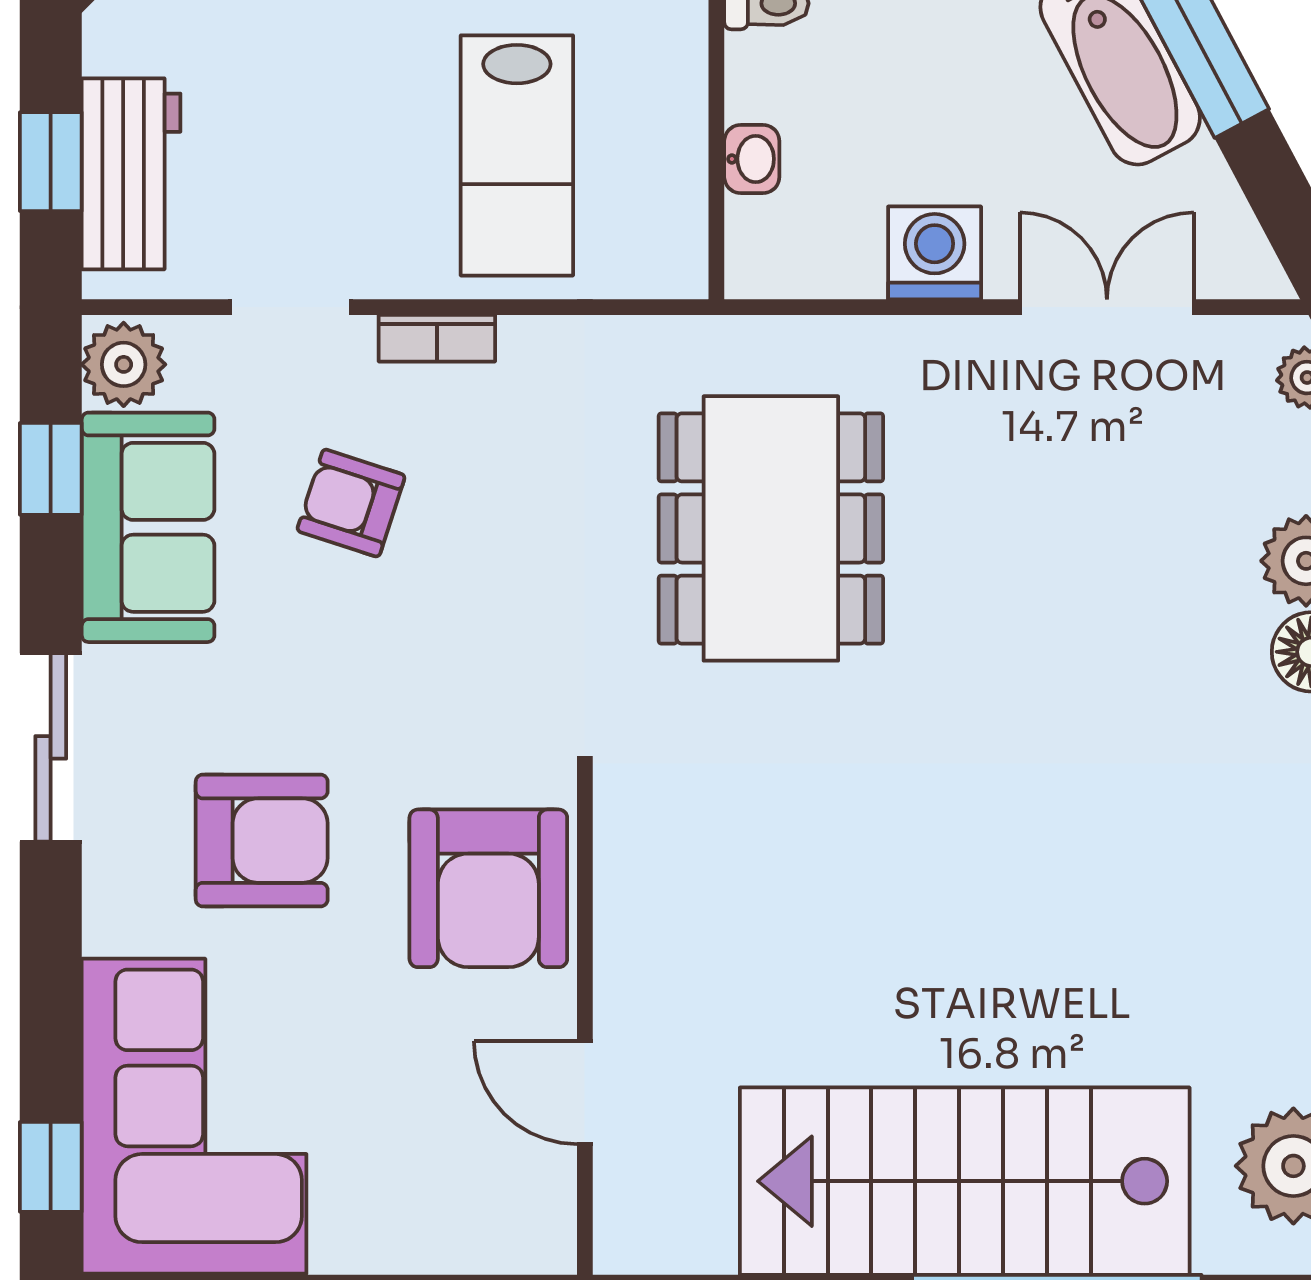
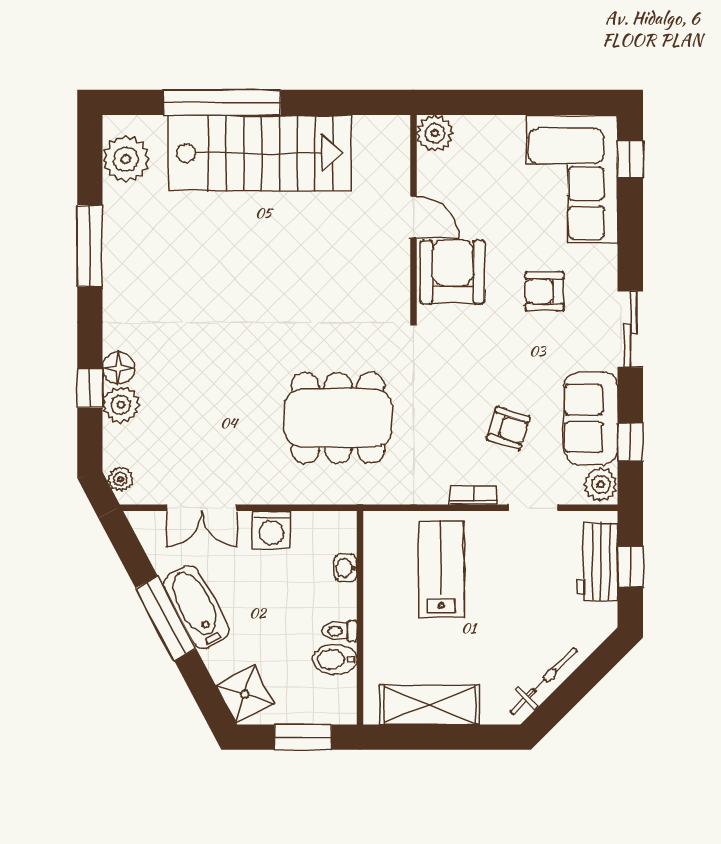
dining table: (771, 528) -> (338, 418), turned 90
armchair: (262, 841) -> (545, 291), width x0.72, depth x0.72
door: (585, 1092) -> (413, 217), moved
plant: (532, 1230) -> (435, 133), added

